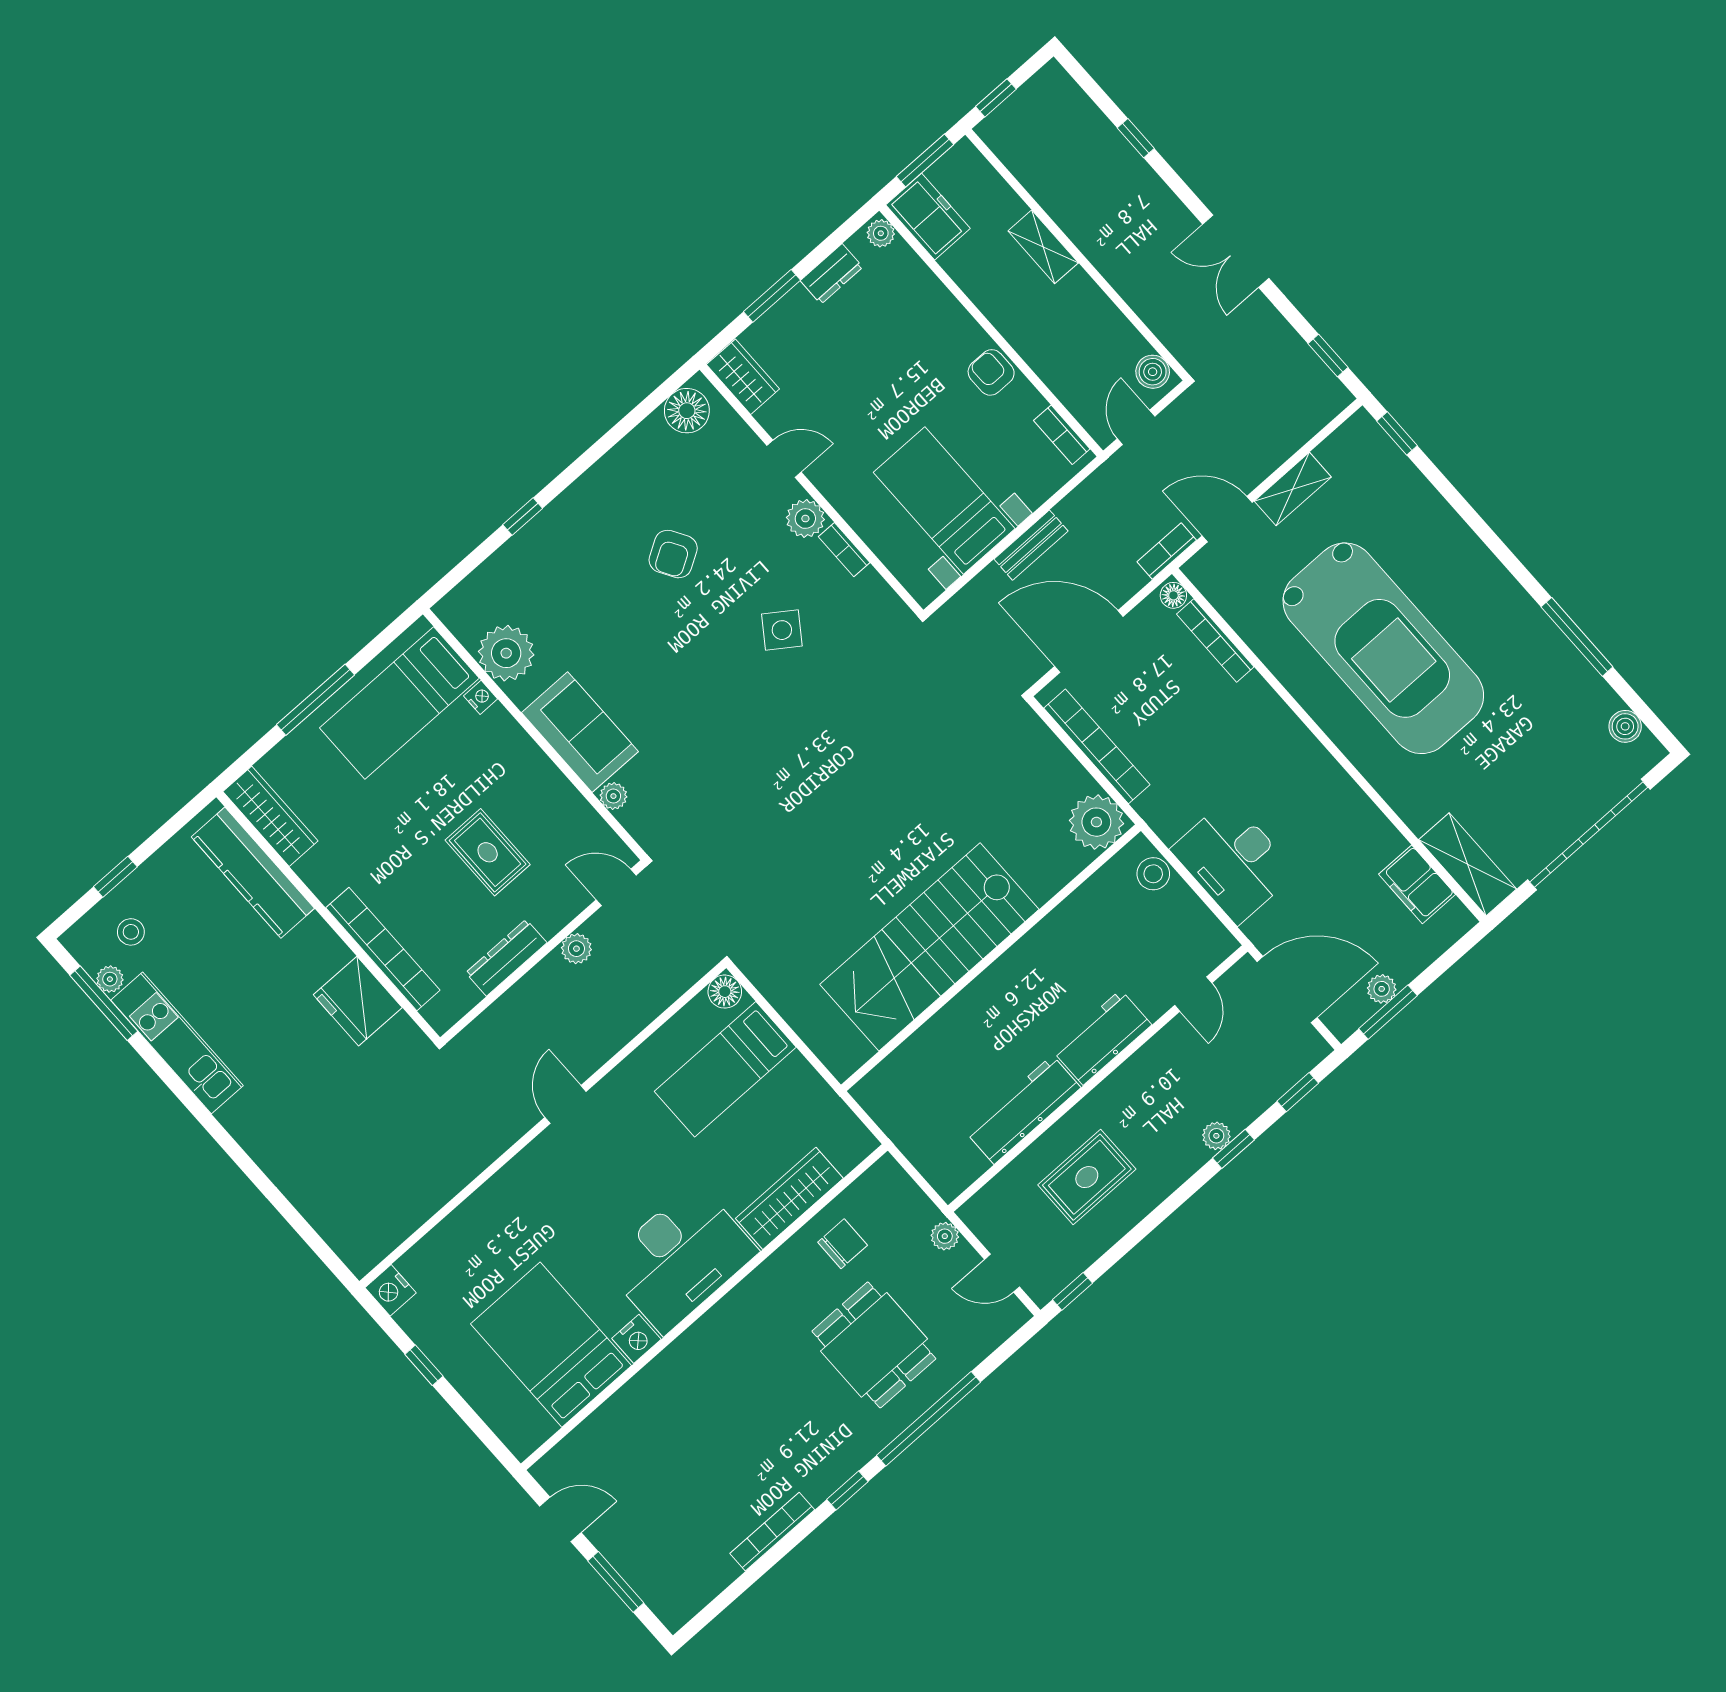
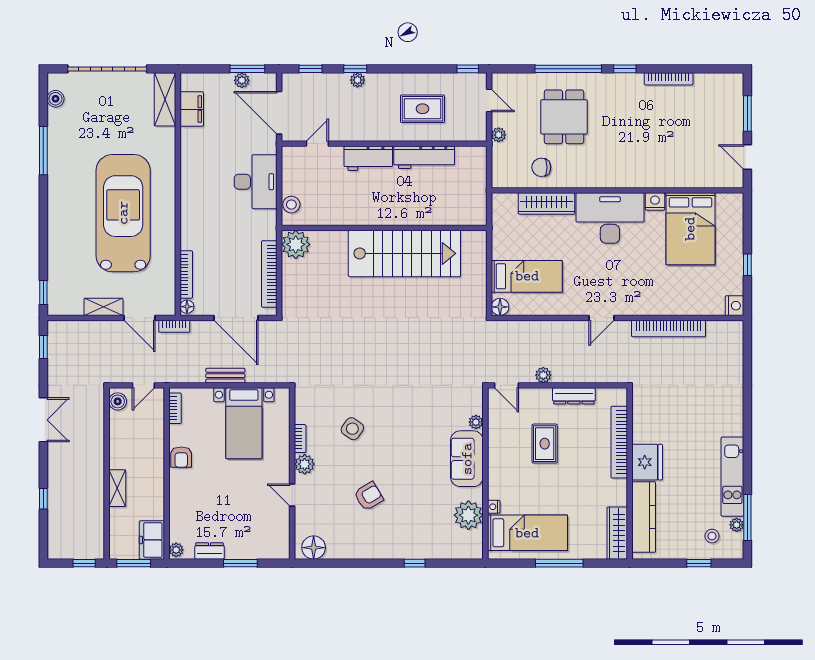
wardrobe: (743, 377) -> (280, 541), removed
fridge: (358, 1001) -> (647, 462), moved
bookcase: (456, 1174) -> (668, 328), added

